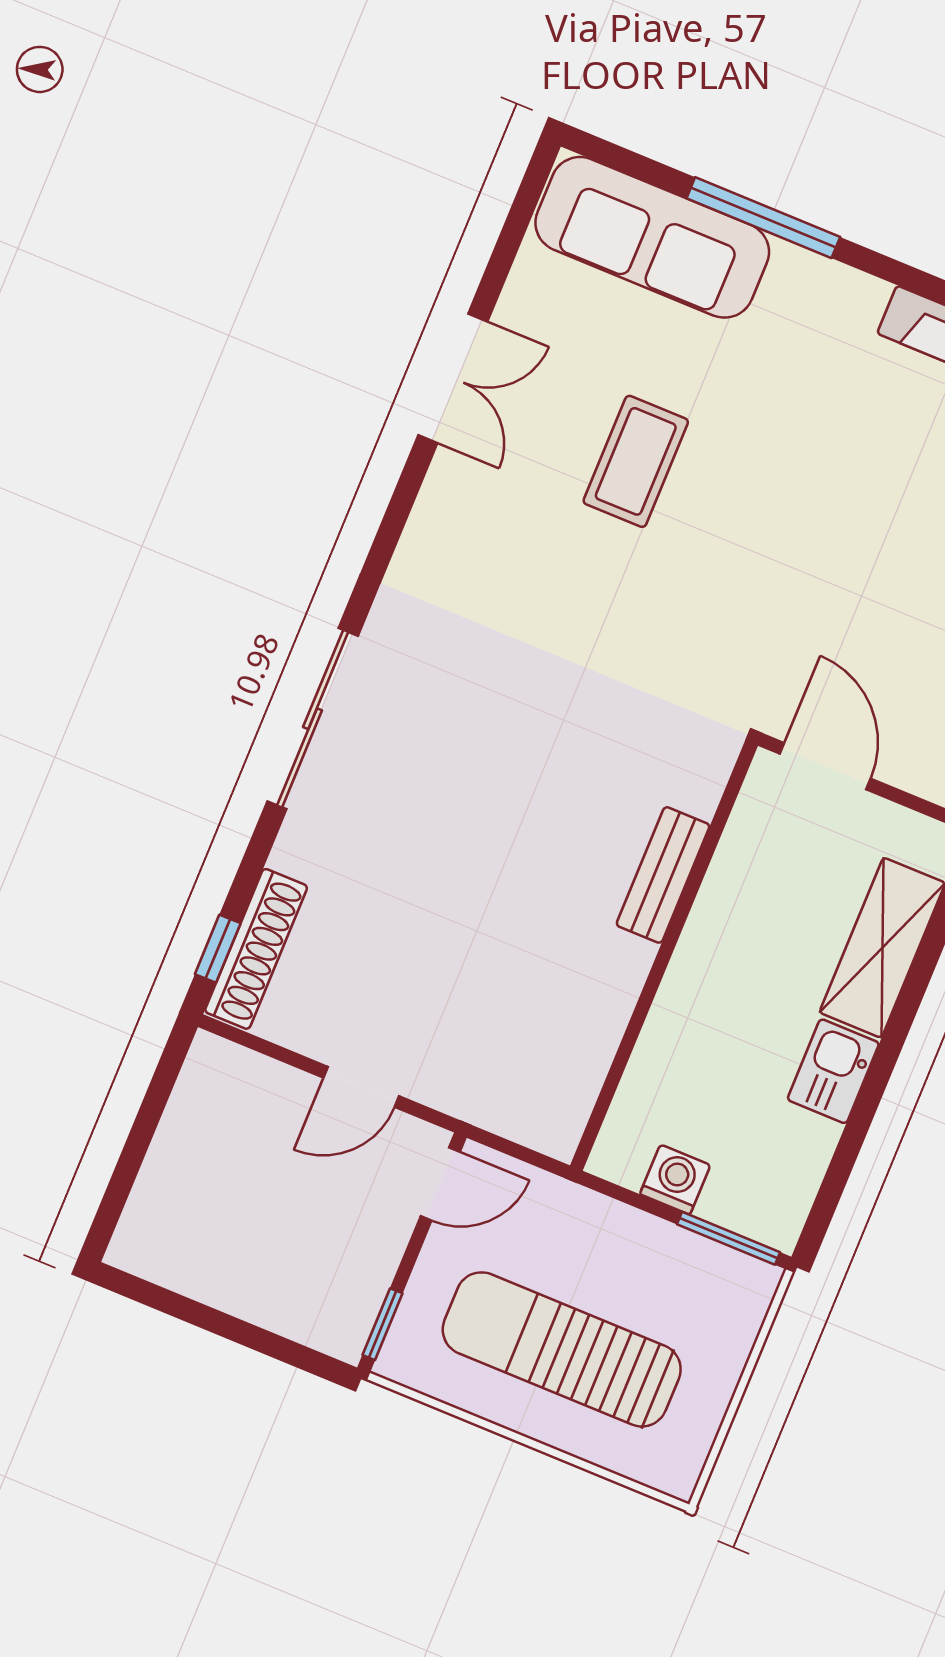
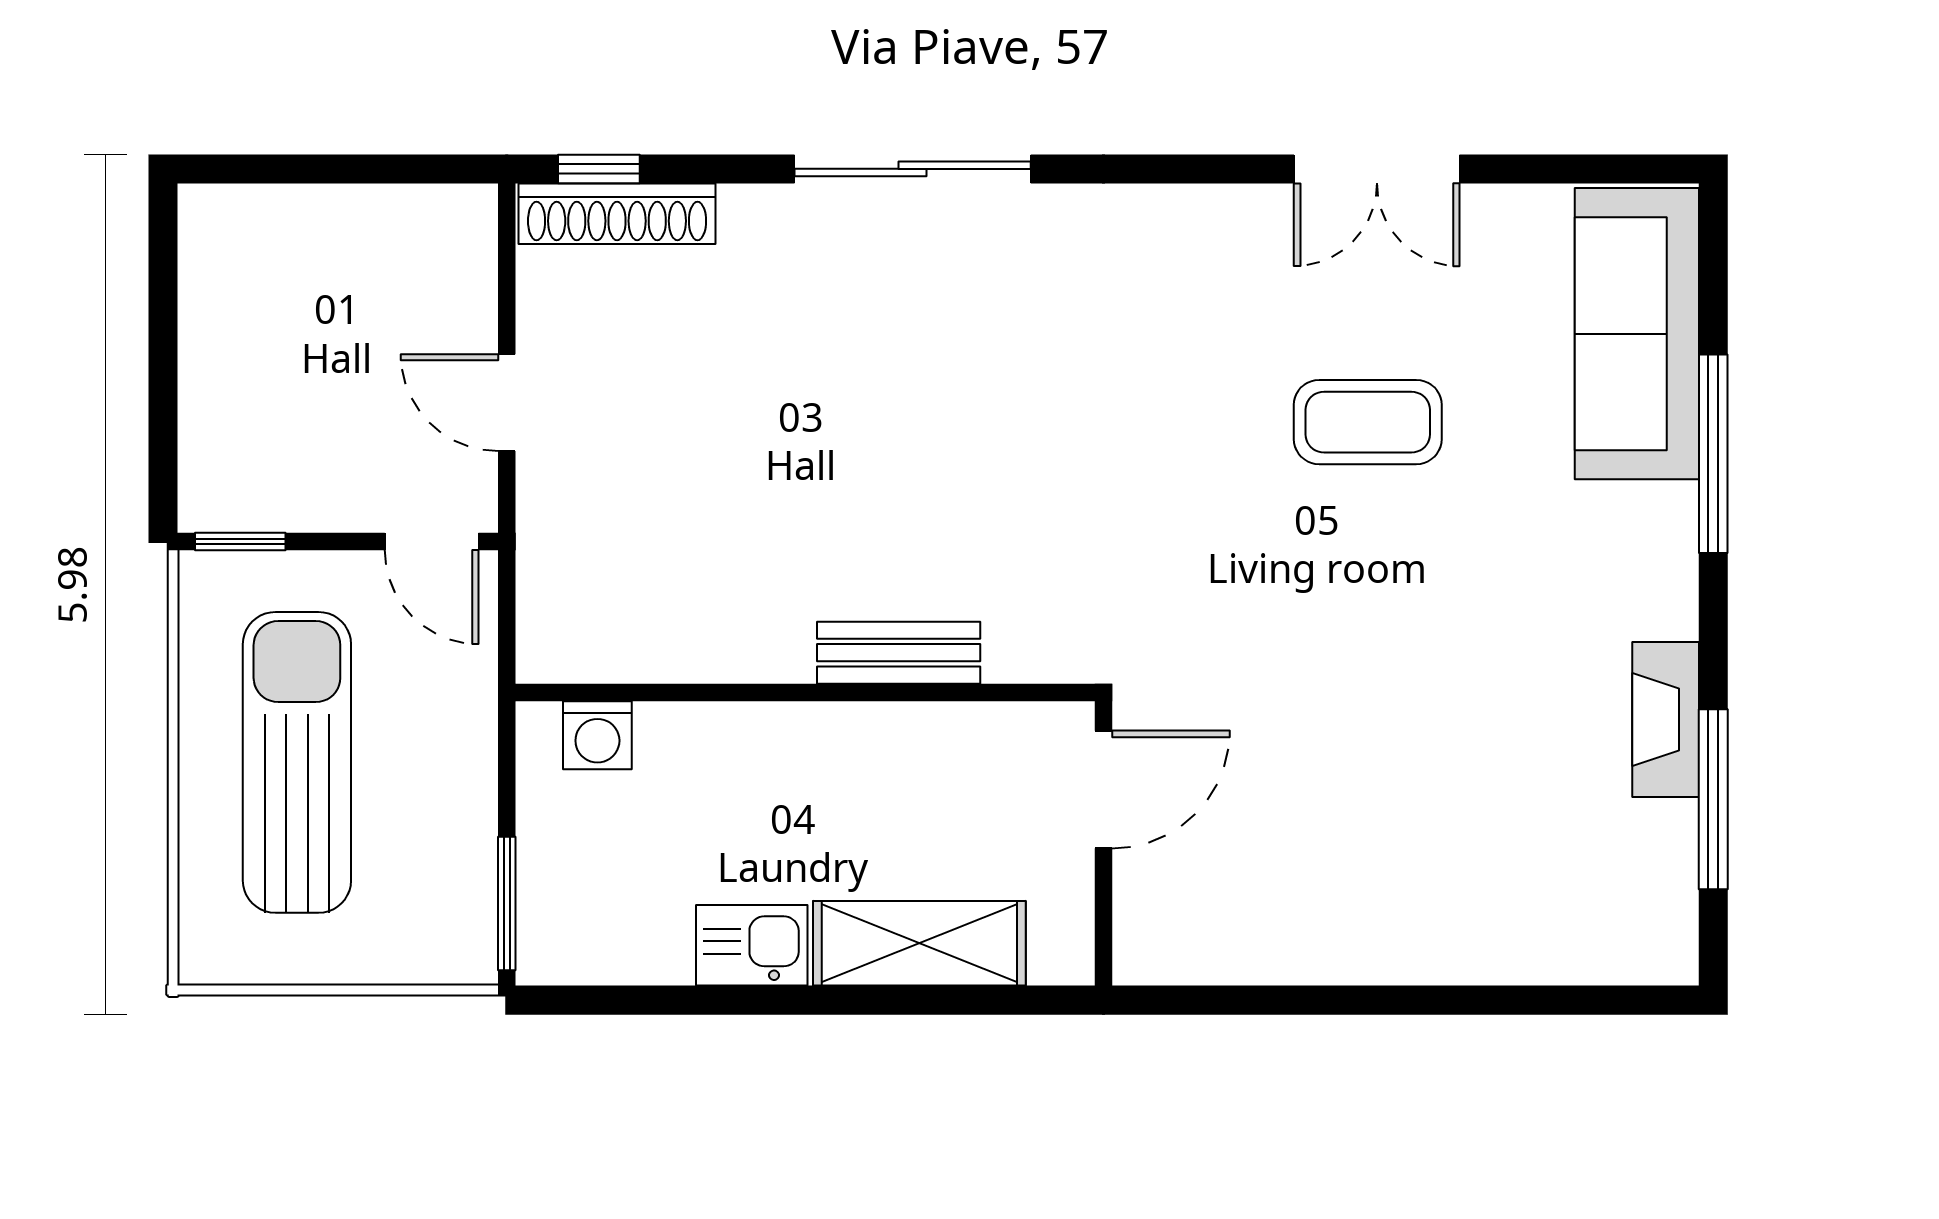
washing machine: (675, 1180) -> (597, 735), moved, turned 90

